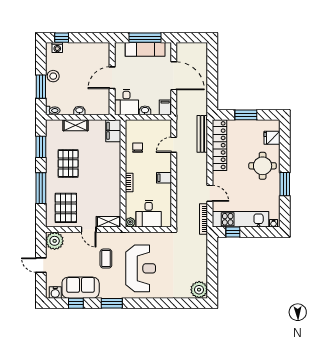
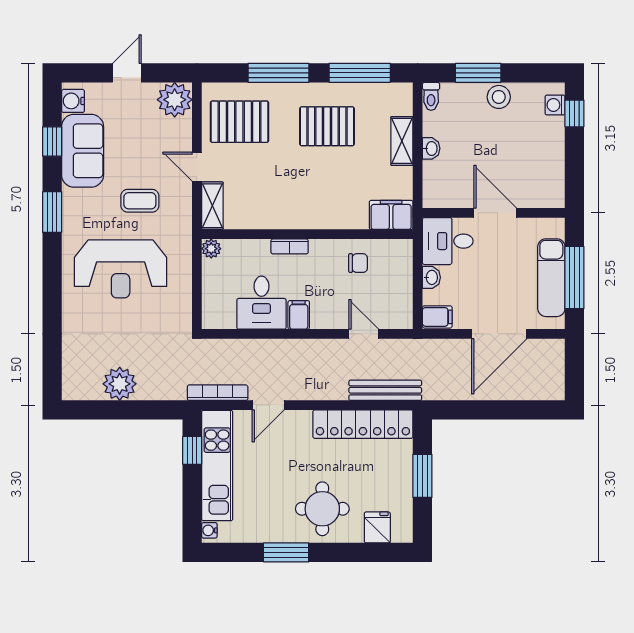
window: (41, 147) -> (360, 73), width x1.44
desk: (149, 214) -> (261, 303), moved, turned -90
door: (89, 230) -> (197, 167), hinge flipped
plant: (199, 290) -> (120, 384), moved

